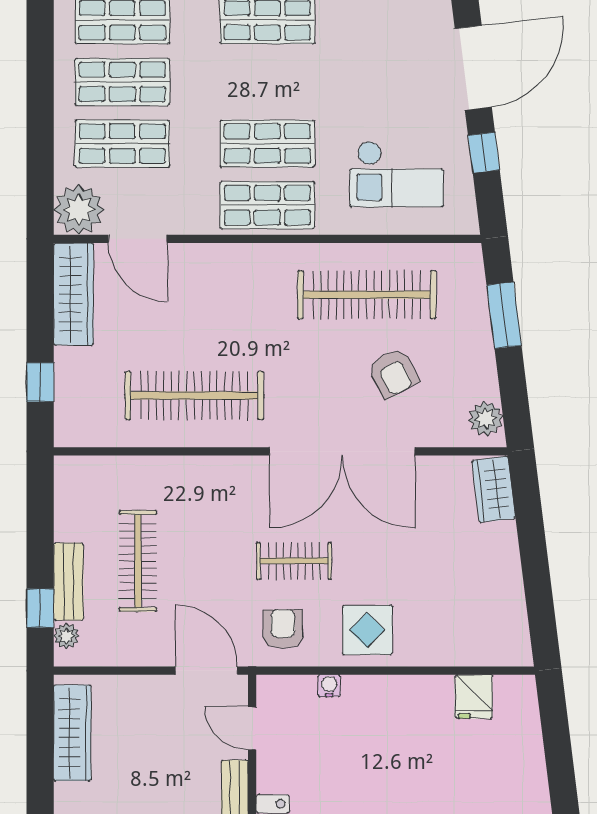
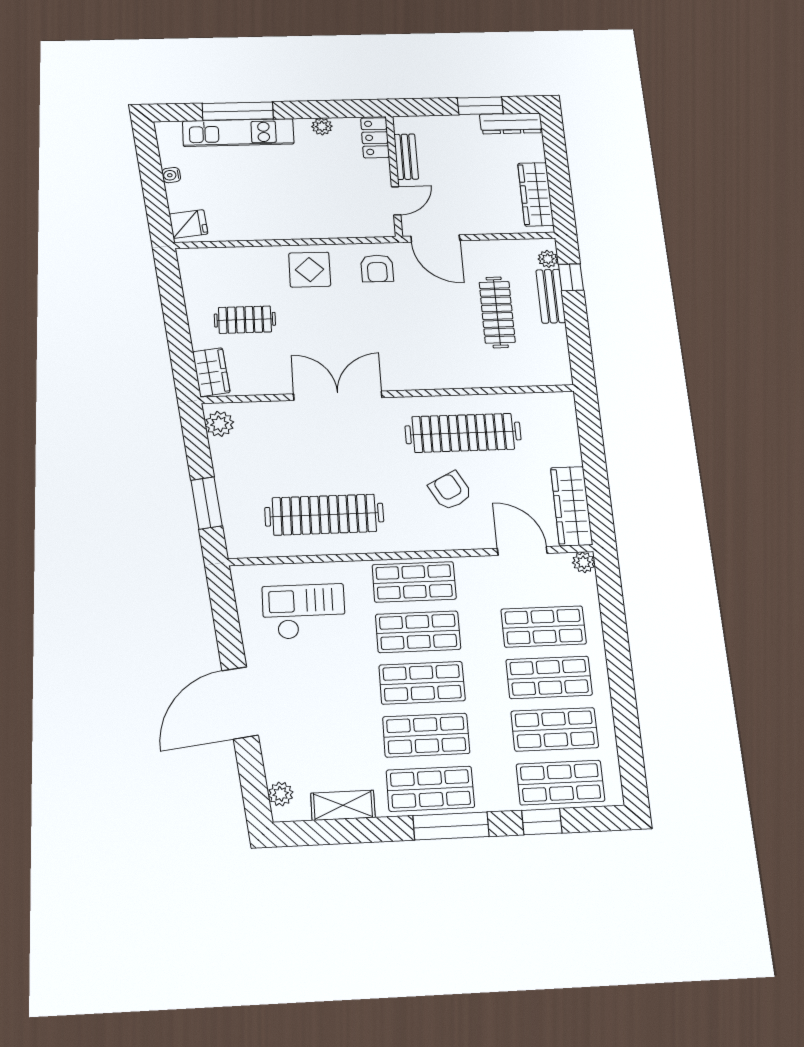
shop shelf: (267, 82) -> (422, 683), added
window: (484, 153) -> (228, 632), removed
plant: (79, 210) -> (584, 562), width x0.53, depth x0.53
armchair: (393, 373) -> (450, 491), moved
window: (40, 382) -> (591, 438), removed
double door: (342, 451) -> (338, 396), width x0.73
clothes rail: (294, 561) -> (245, 320), moved
water cooler: (329, 686) -> (171, 175), moved, turned 83
fridge: (474, 697) -> (188, 224), moved, turned 83
door: (252, 728) -> (396, 201), hinge flipped

